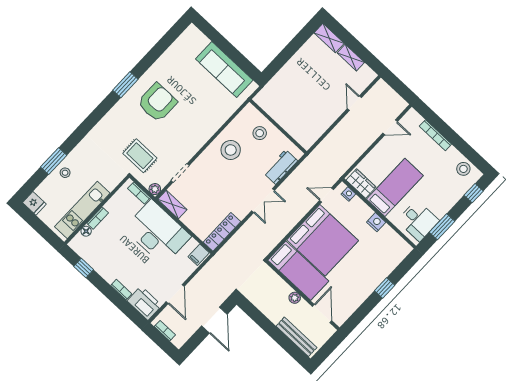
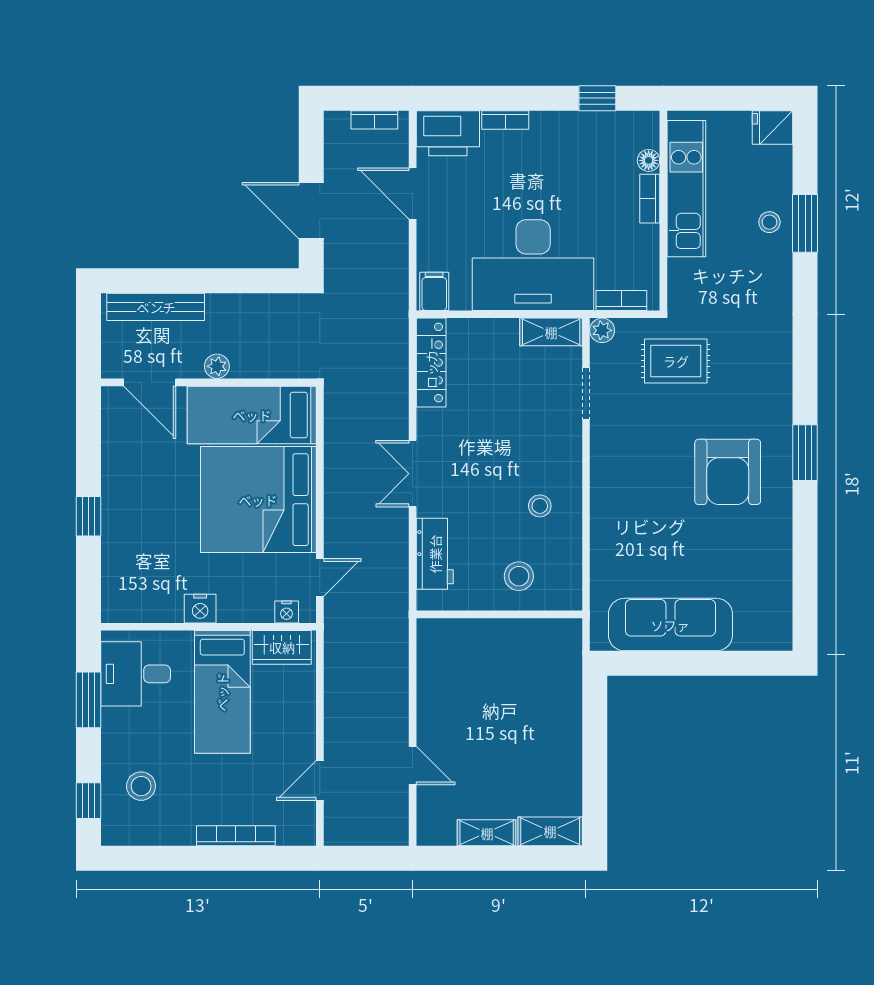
stool: (231, 150) -> (540, 506), width x0.53, depth x0.53
stool: (463, 169) -> (141, 786), moved

